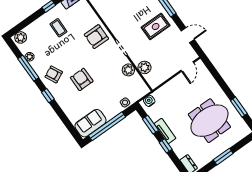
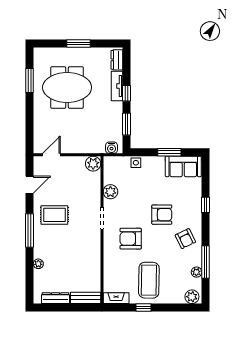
coffee table: (58, 28) -> (149, 280), width x1.86, depth x1.72
door: (188, 35) -> (29, 185), swing flipped
armchair: (96, 37) -> (131, 239), moved, turned 180
plant: (145, 67) -> (93, 164), moved
armchair: (82, 79) -> (162, 215), turned -90
window: (48, 96) -> (206, 205), moved
window: (107, 126) -> (169, 152), width x0.47
tv unit: (165, 131) -> (117, 86), moved

